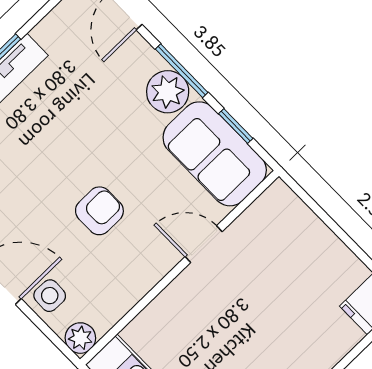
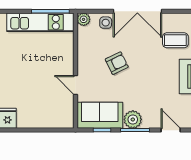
armchair: (99, 211) -> (117, 63), turned -116
door: (204, 244) -> (75, 85), swing flipped

